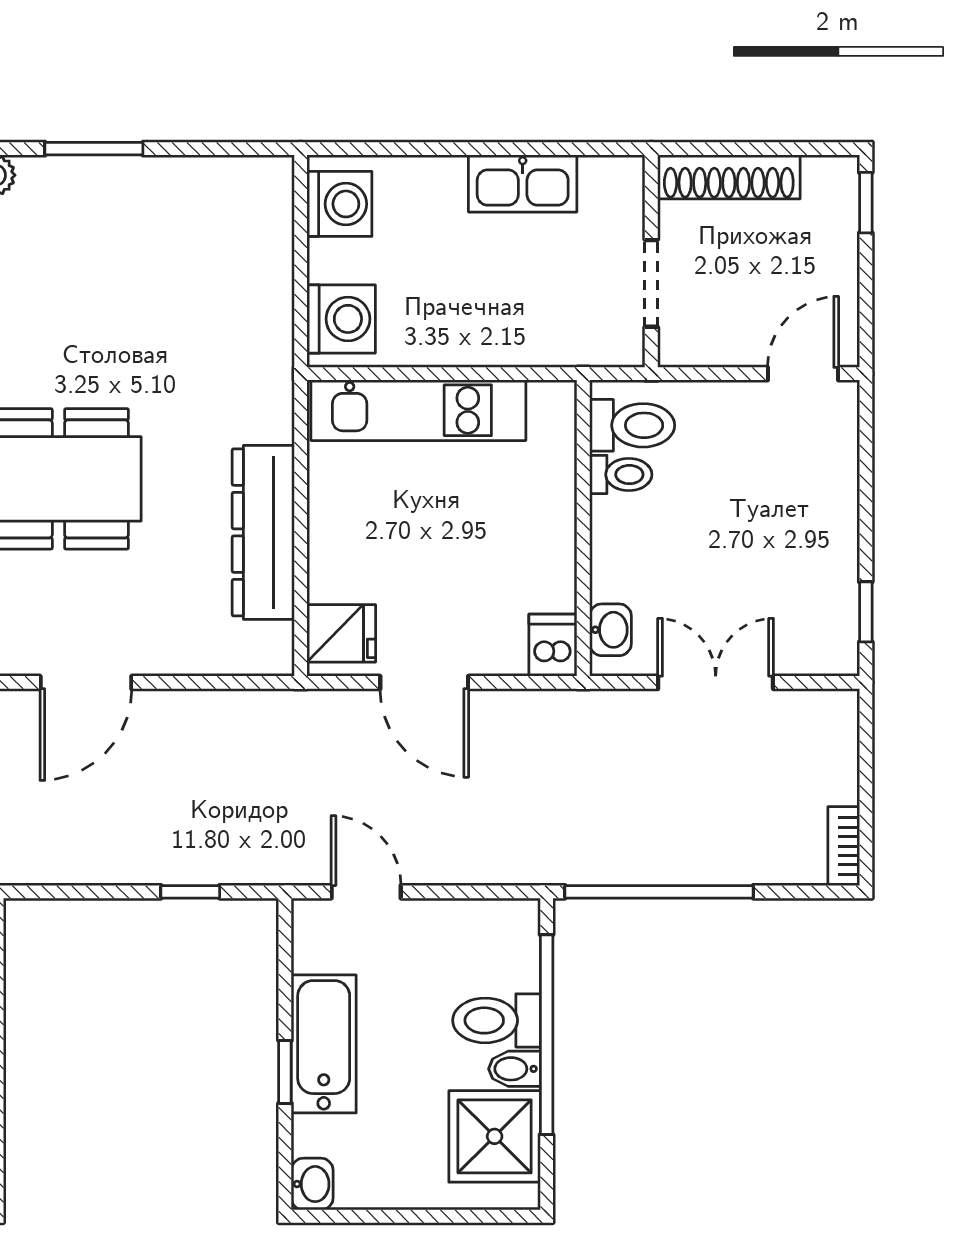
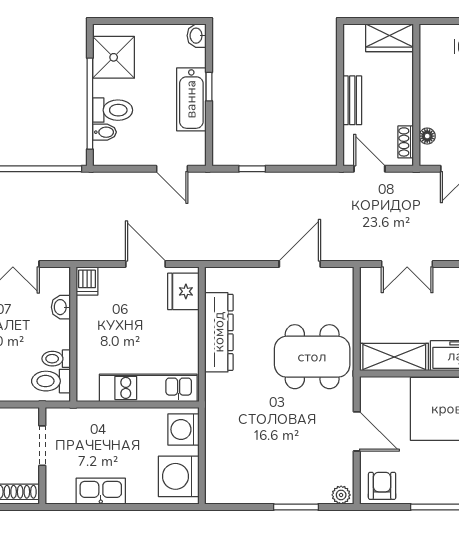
washing machine: (339, 204) -> (179, 476), width x1.37, depth x1.37
washbasin: (610, 630) -> (61, 307), moved
fridge: (341, 633) -> (183, 291), width x1.38
bidet: (514, 1069) -> (105, 132), moved

